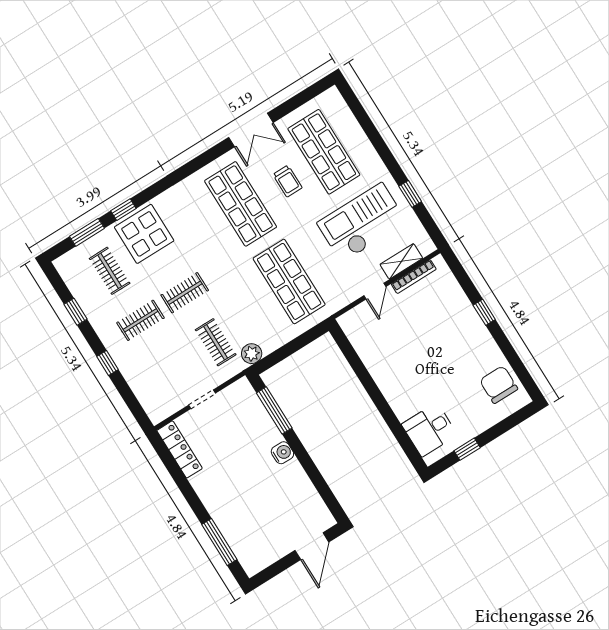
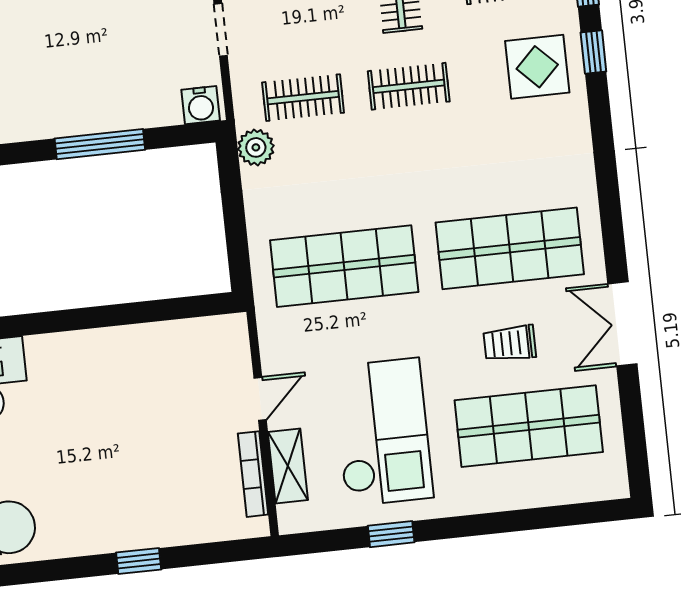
display table: (144, 234) -> (537, 67), width x0.73, depth x0.73
door: (375, 291) -> (260, 399), swing flipped
clothes rail: (185, 293) -> (409, 86), turned 90
window: (274, 410) -> (100, 144), moved
water cooler: (282, 453) -> (201, 105), moved

